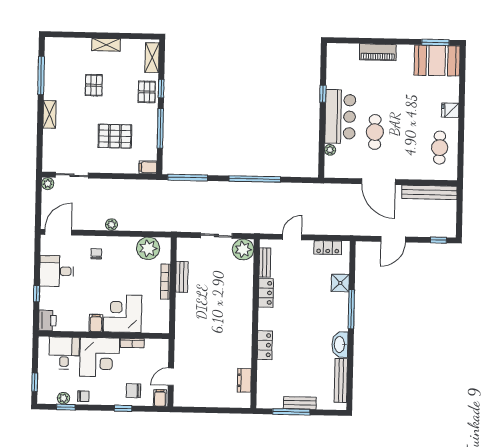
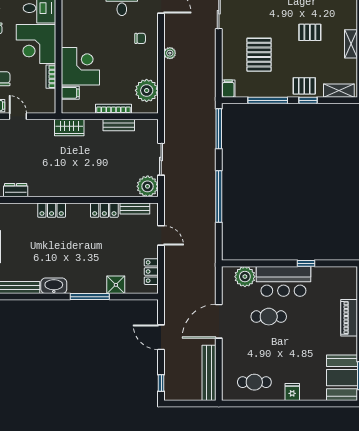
plant: (330, 150) -> (245, 277), width x1.88, depth x1.88
filing cabinet: (96, 323) -> (70, 93), moved
wardrobe: (183, 326) -> (69, 128), added

